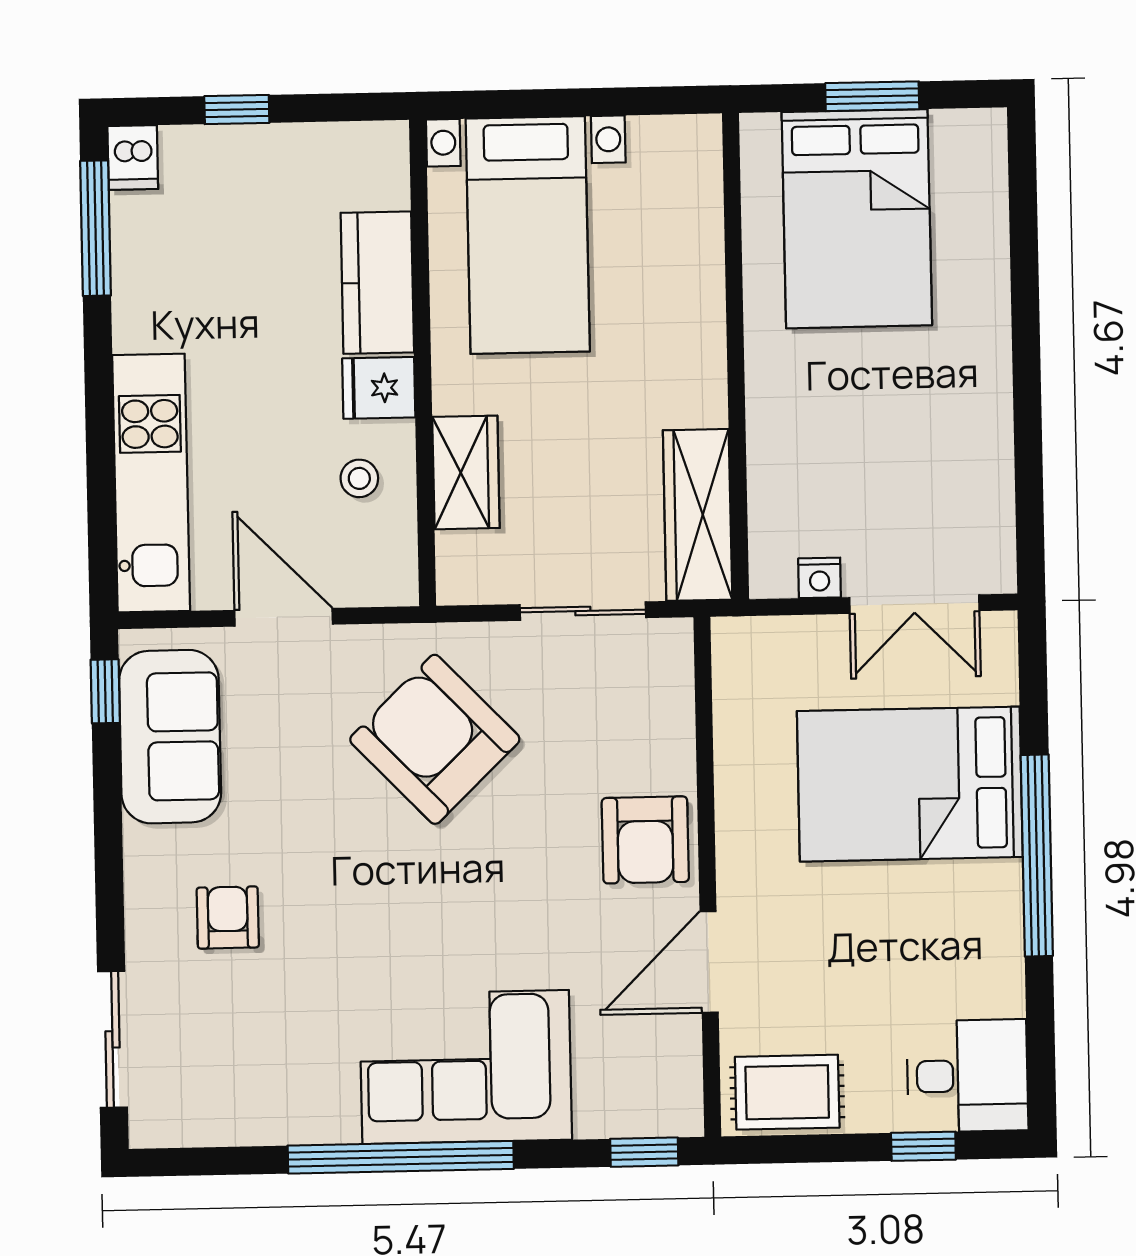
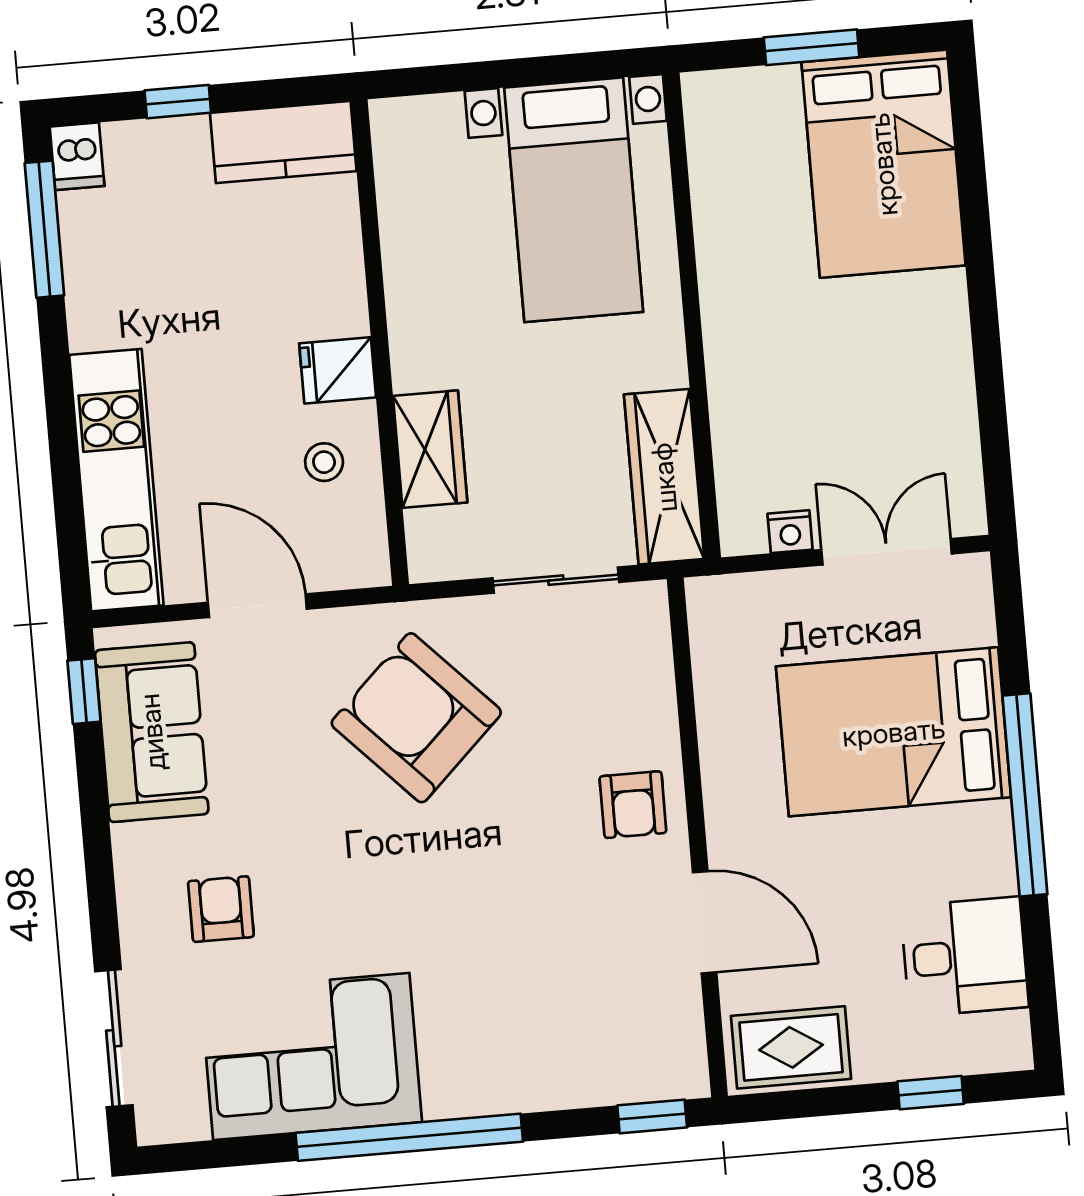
bed: (857, 219) -> (883, 164), moved
bed with nightstands: (528, 235) -> (574, 200), moved
kitchen counter: (377, 283) -> (283, 142), moved, turned -90
double door: (914, 604) -> (887, 552), swing flipped
armchair: (645, 840) -> (633, 805), width x0.72, depth x0.72
door: (709, 962) -> (705, 922), swing flipped
corner sofa: (466, 1067) -> (311, 1056), moved
desk: (967, 1076) -> (965, 957), moved

